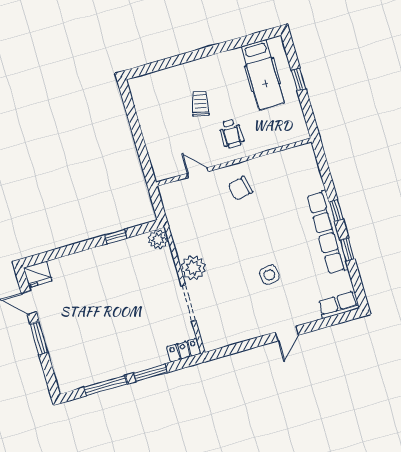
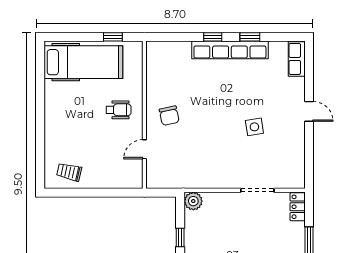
hospital bed: (263, 75) -> (83, 62), width x1.37, depth x1.29
window: (299, 80) -> (113, 37), moved
trolley: (200, 104) -> (69, 172), moved
plant: (193, 268) -> (227, 177), removed
side table: (269, 275) -> (254, 127), moved

